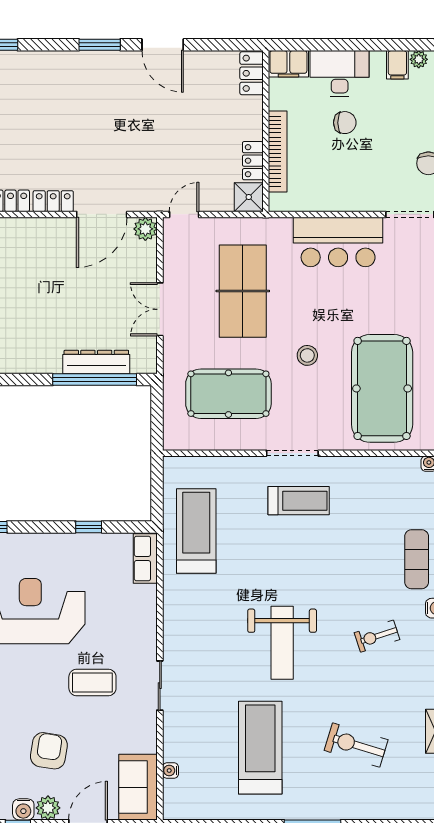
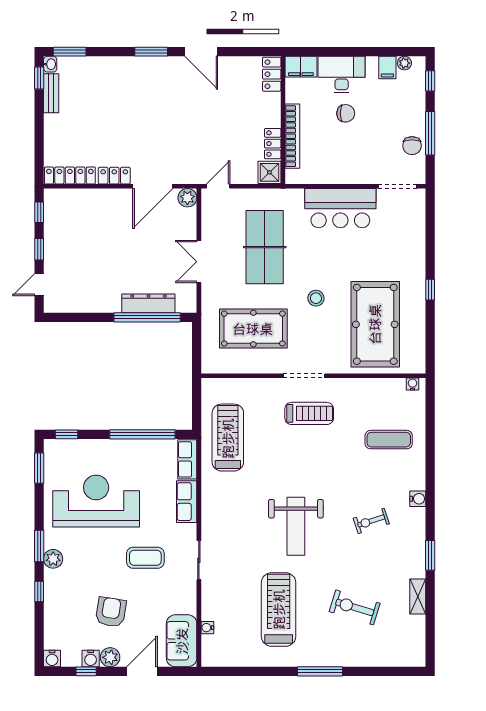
window: (89, 527) -> (142, 434), width x3.17
exercise mat: (417, 559) -> (389, 440), moved, turned 90
row of seats: (144, 612) -> (187, 502), added

